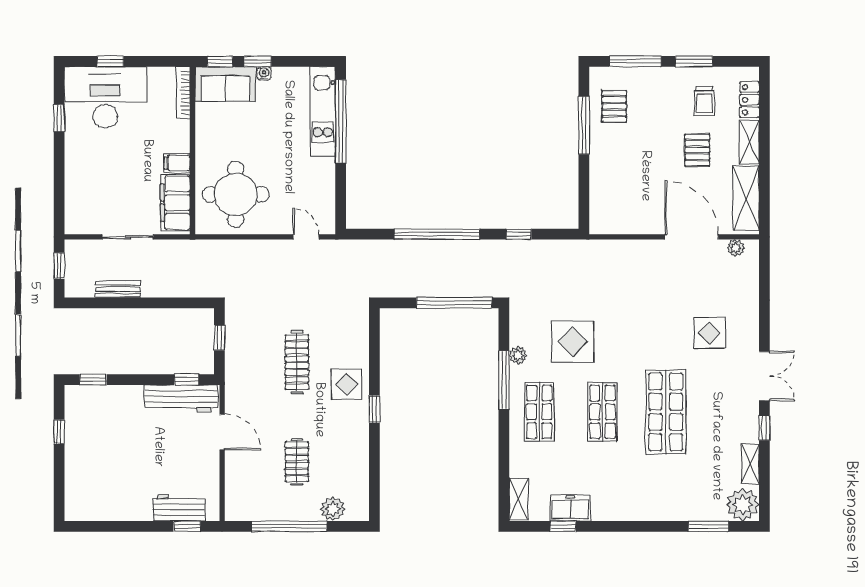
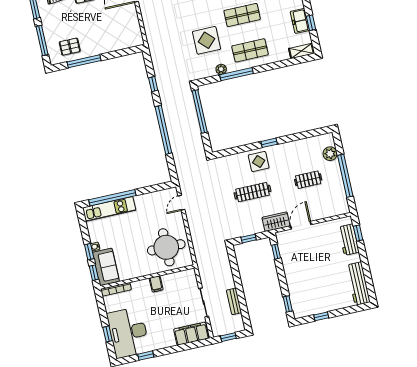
filing cabinet: (175, 203) -> (191, 334), moved, turned 180
wardrobe: (238, 391) -> (276, 222), added
workbench: (181, 399) -> (358, 284), moved, turned 180

